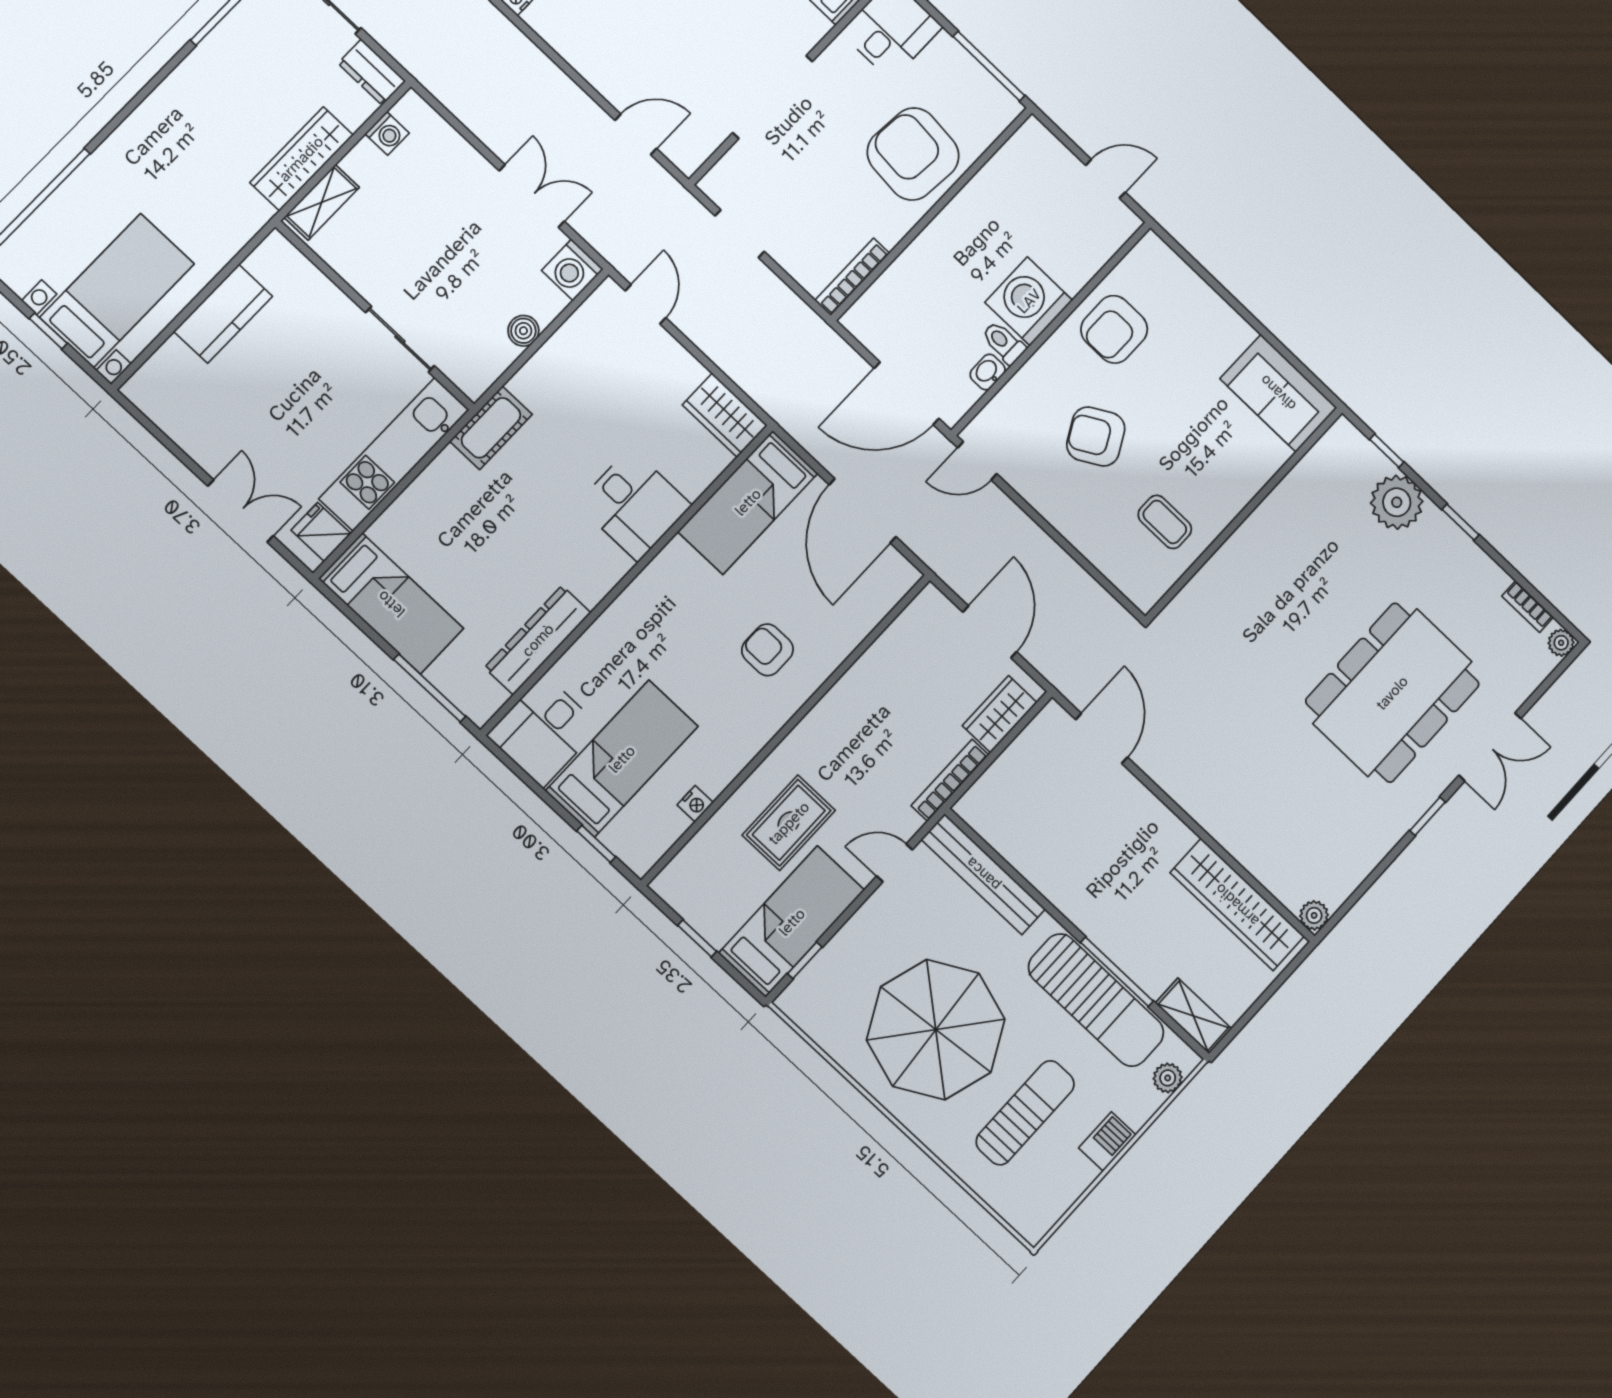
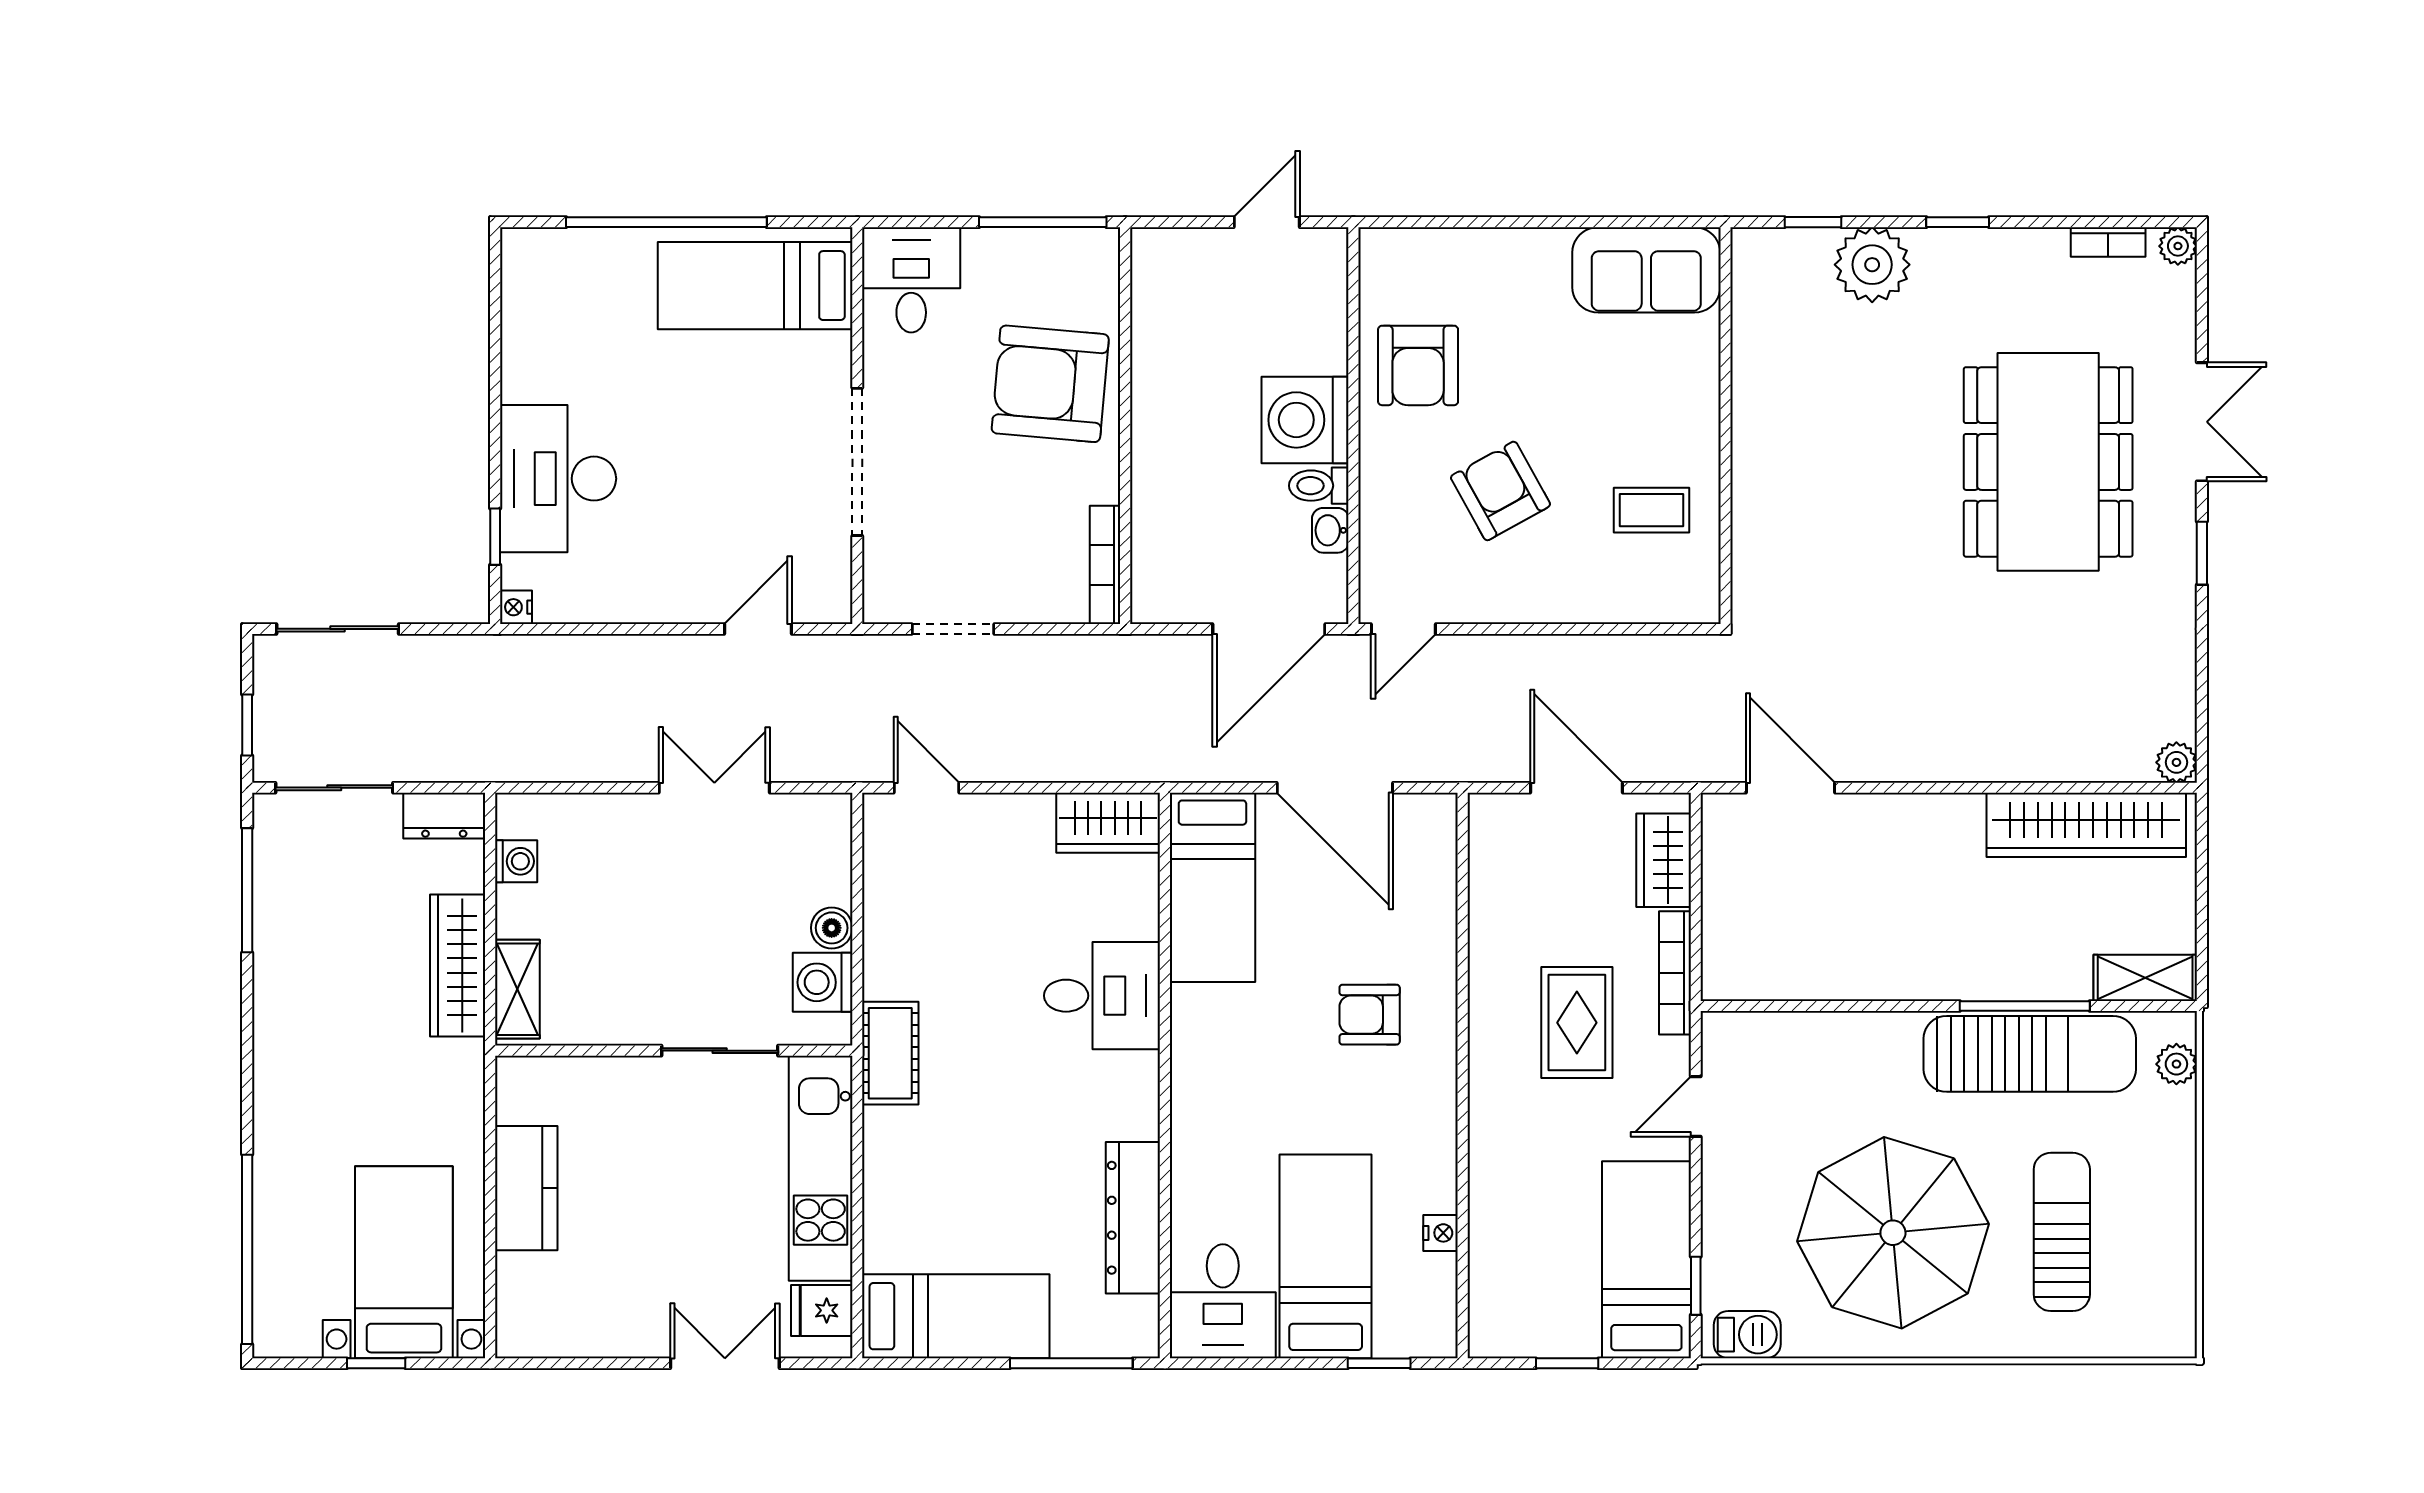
washing machine: (572, 270) -> (823, 982), moved, turned 90
armchair: (1096, 437) -> (1500, 491), turned 90
rug: (789, 823) -> (1577, 1023), moved
bench: (983, 874) -> (1797, 1035), removed
barbecue: (1107, 1141) -> (1747, 1335), moved, turned 90

